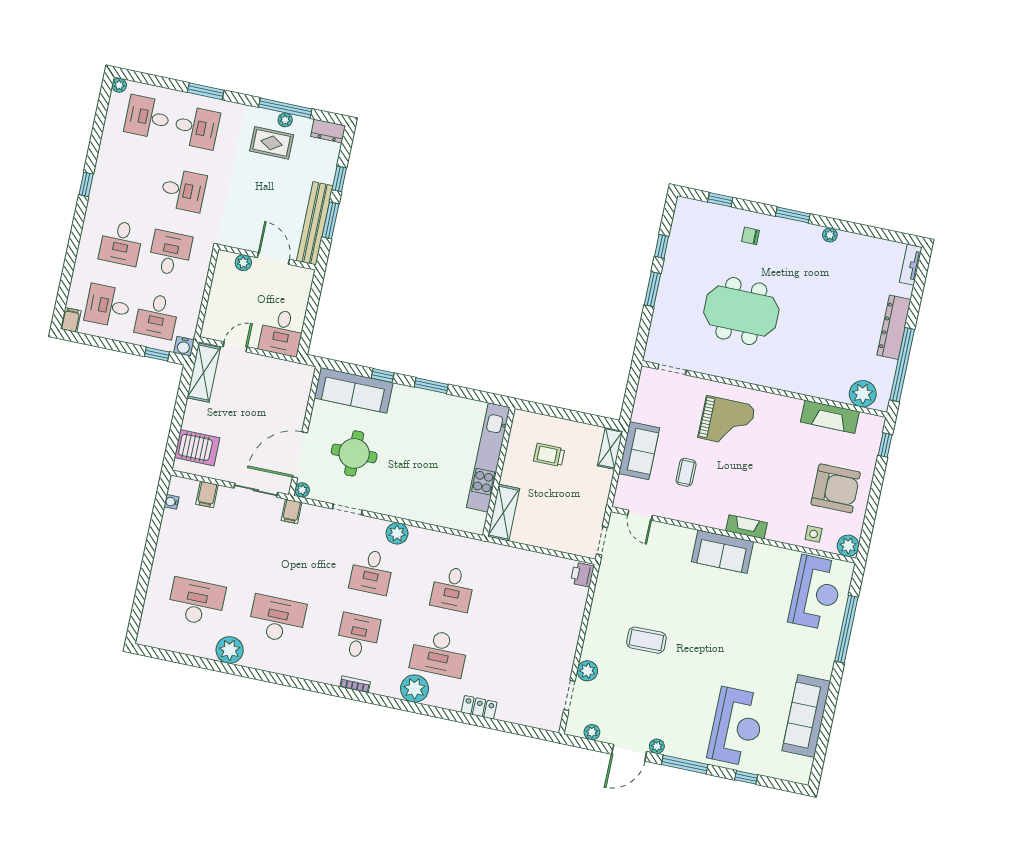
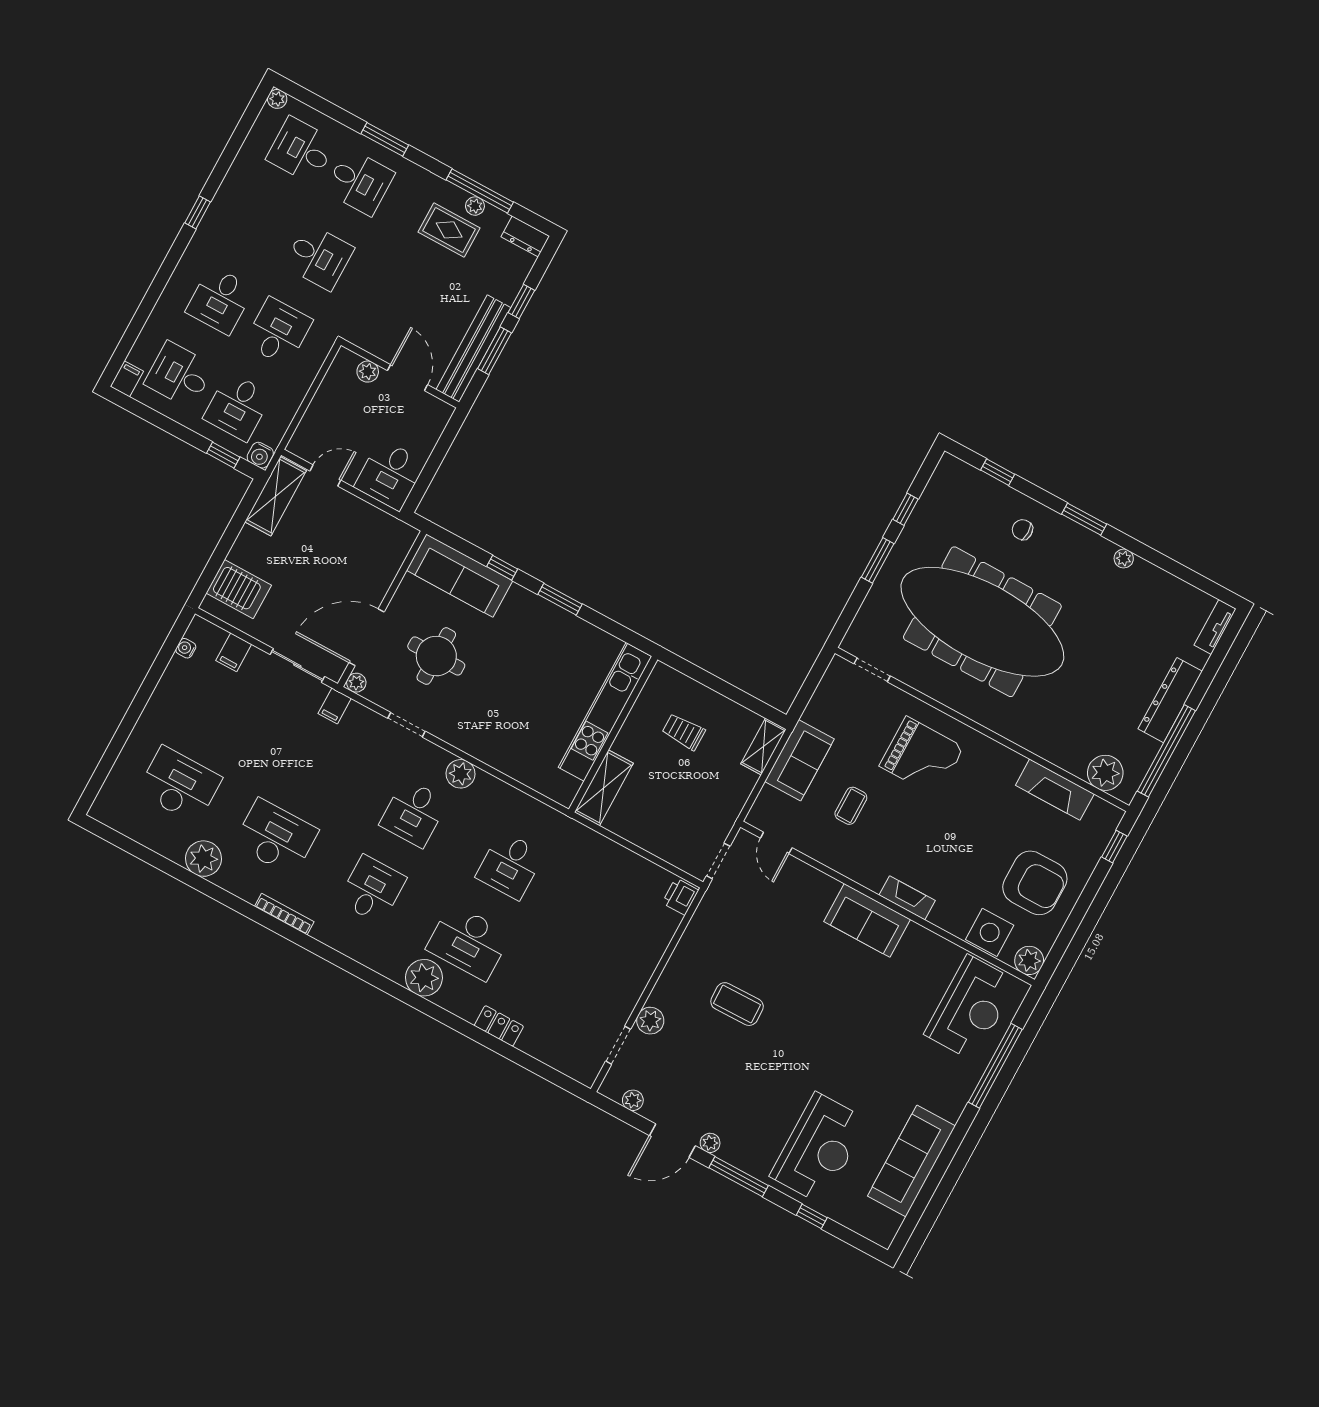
meeting table: (741, 311) -> (982, 622), width x1.86, depth x1.27
side table: (814, 534) -> (990, 932), width x1.87, depth x1.87
bookcase: (355, 684) -> (284, 914), moved, width x1.56

